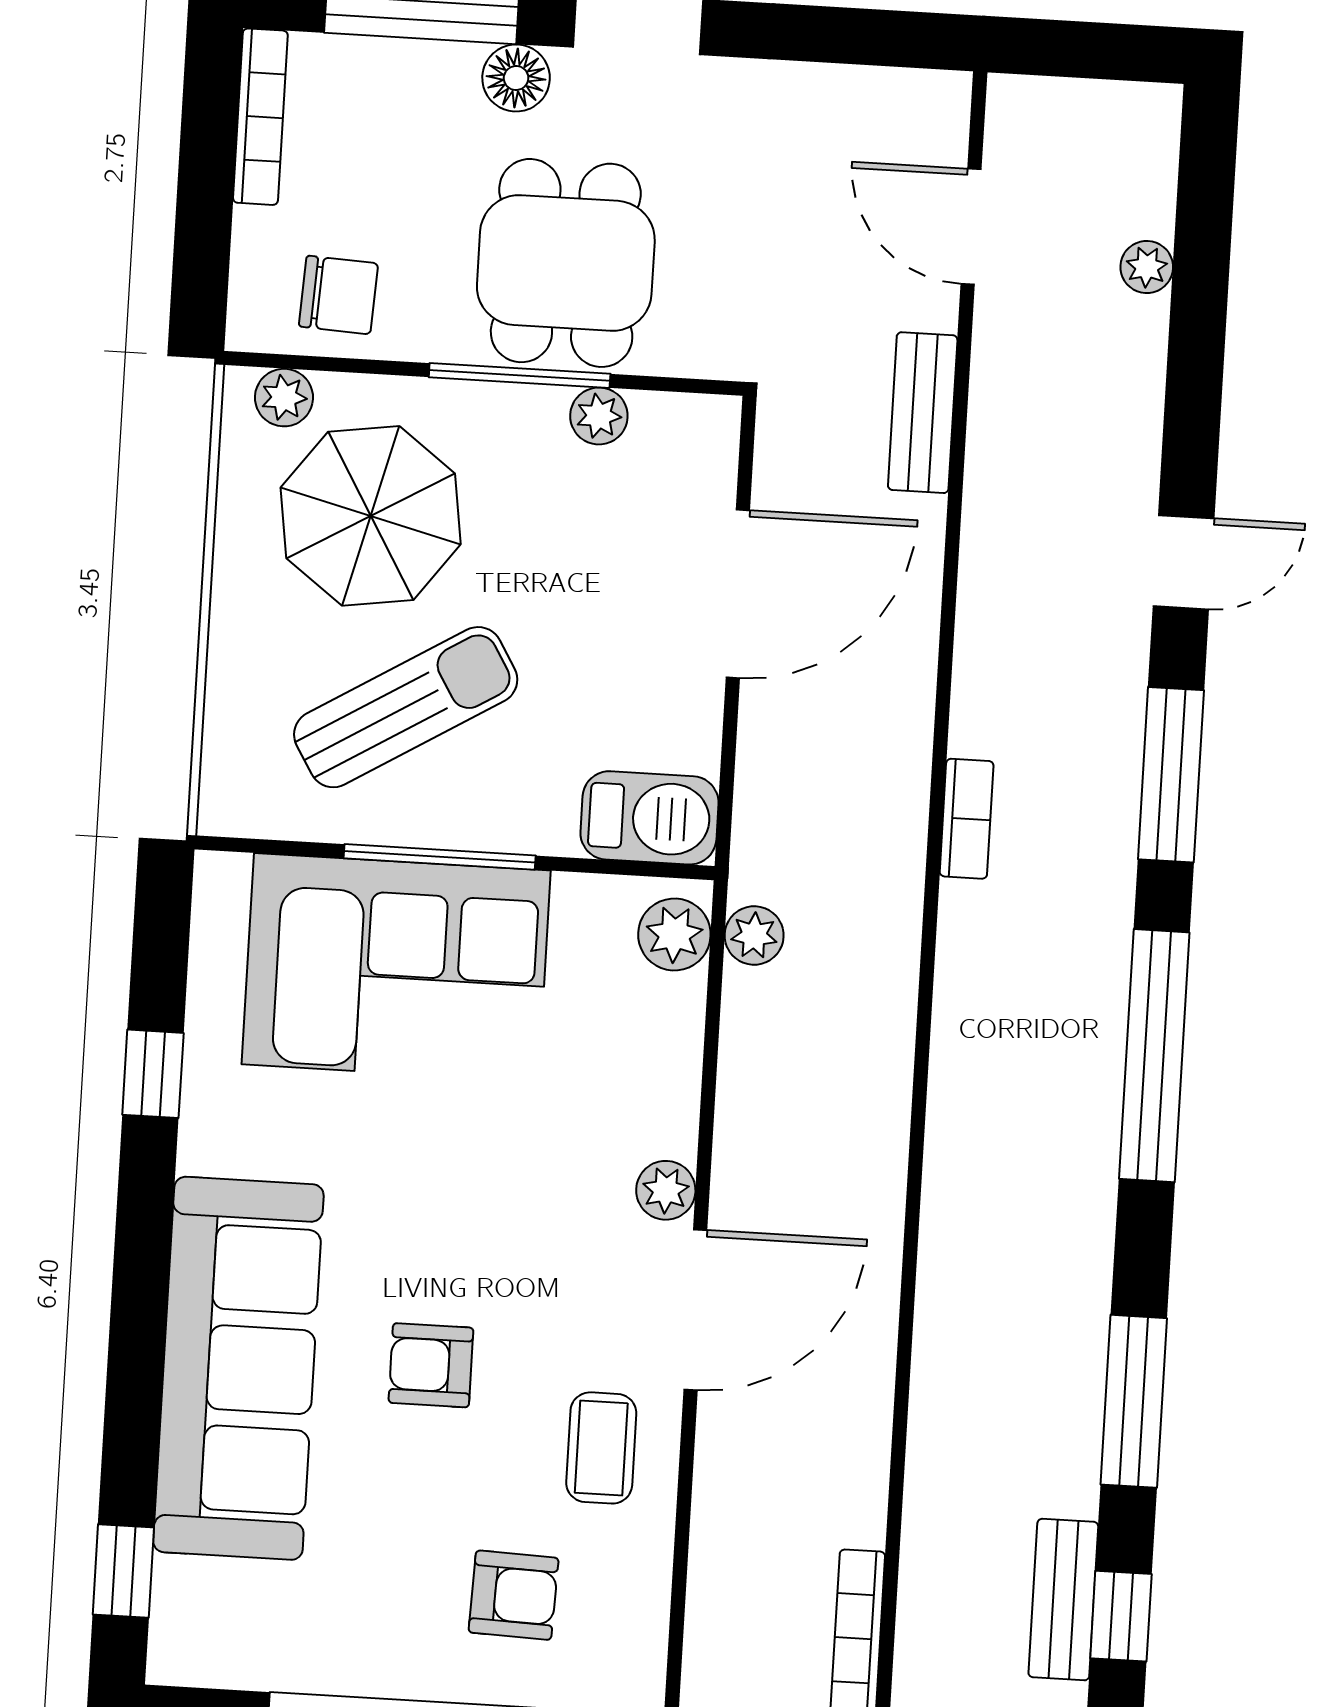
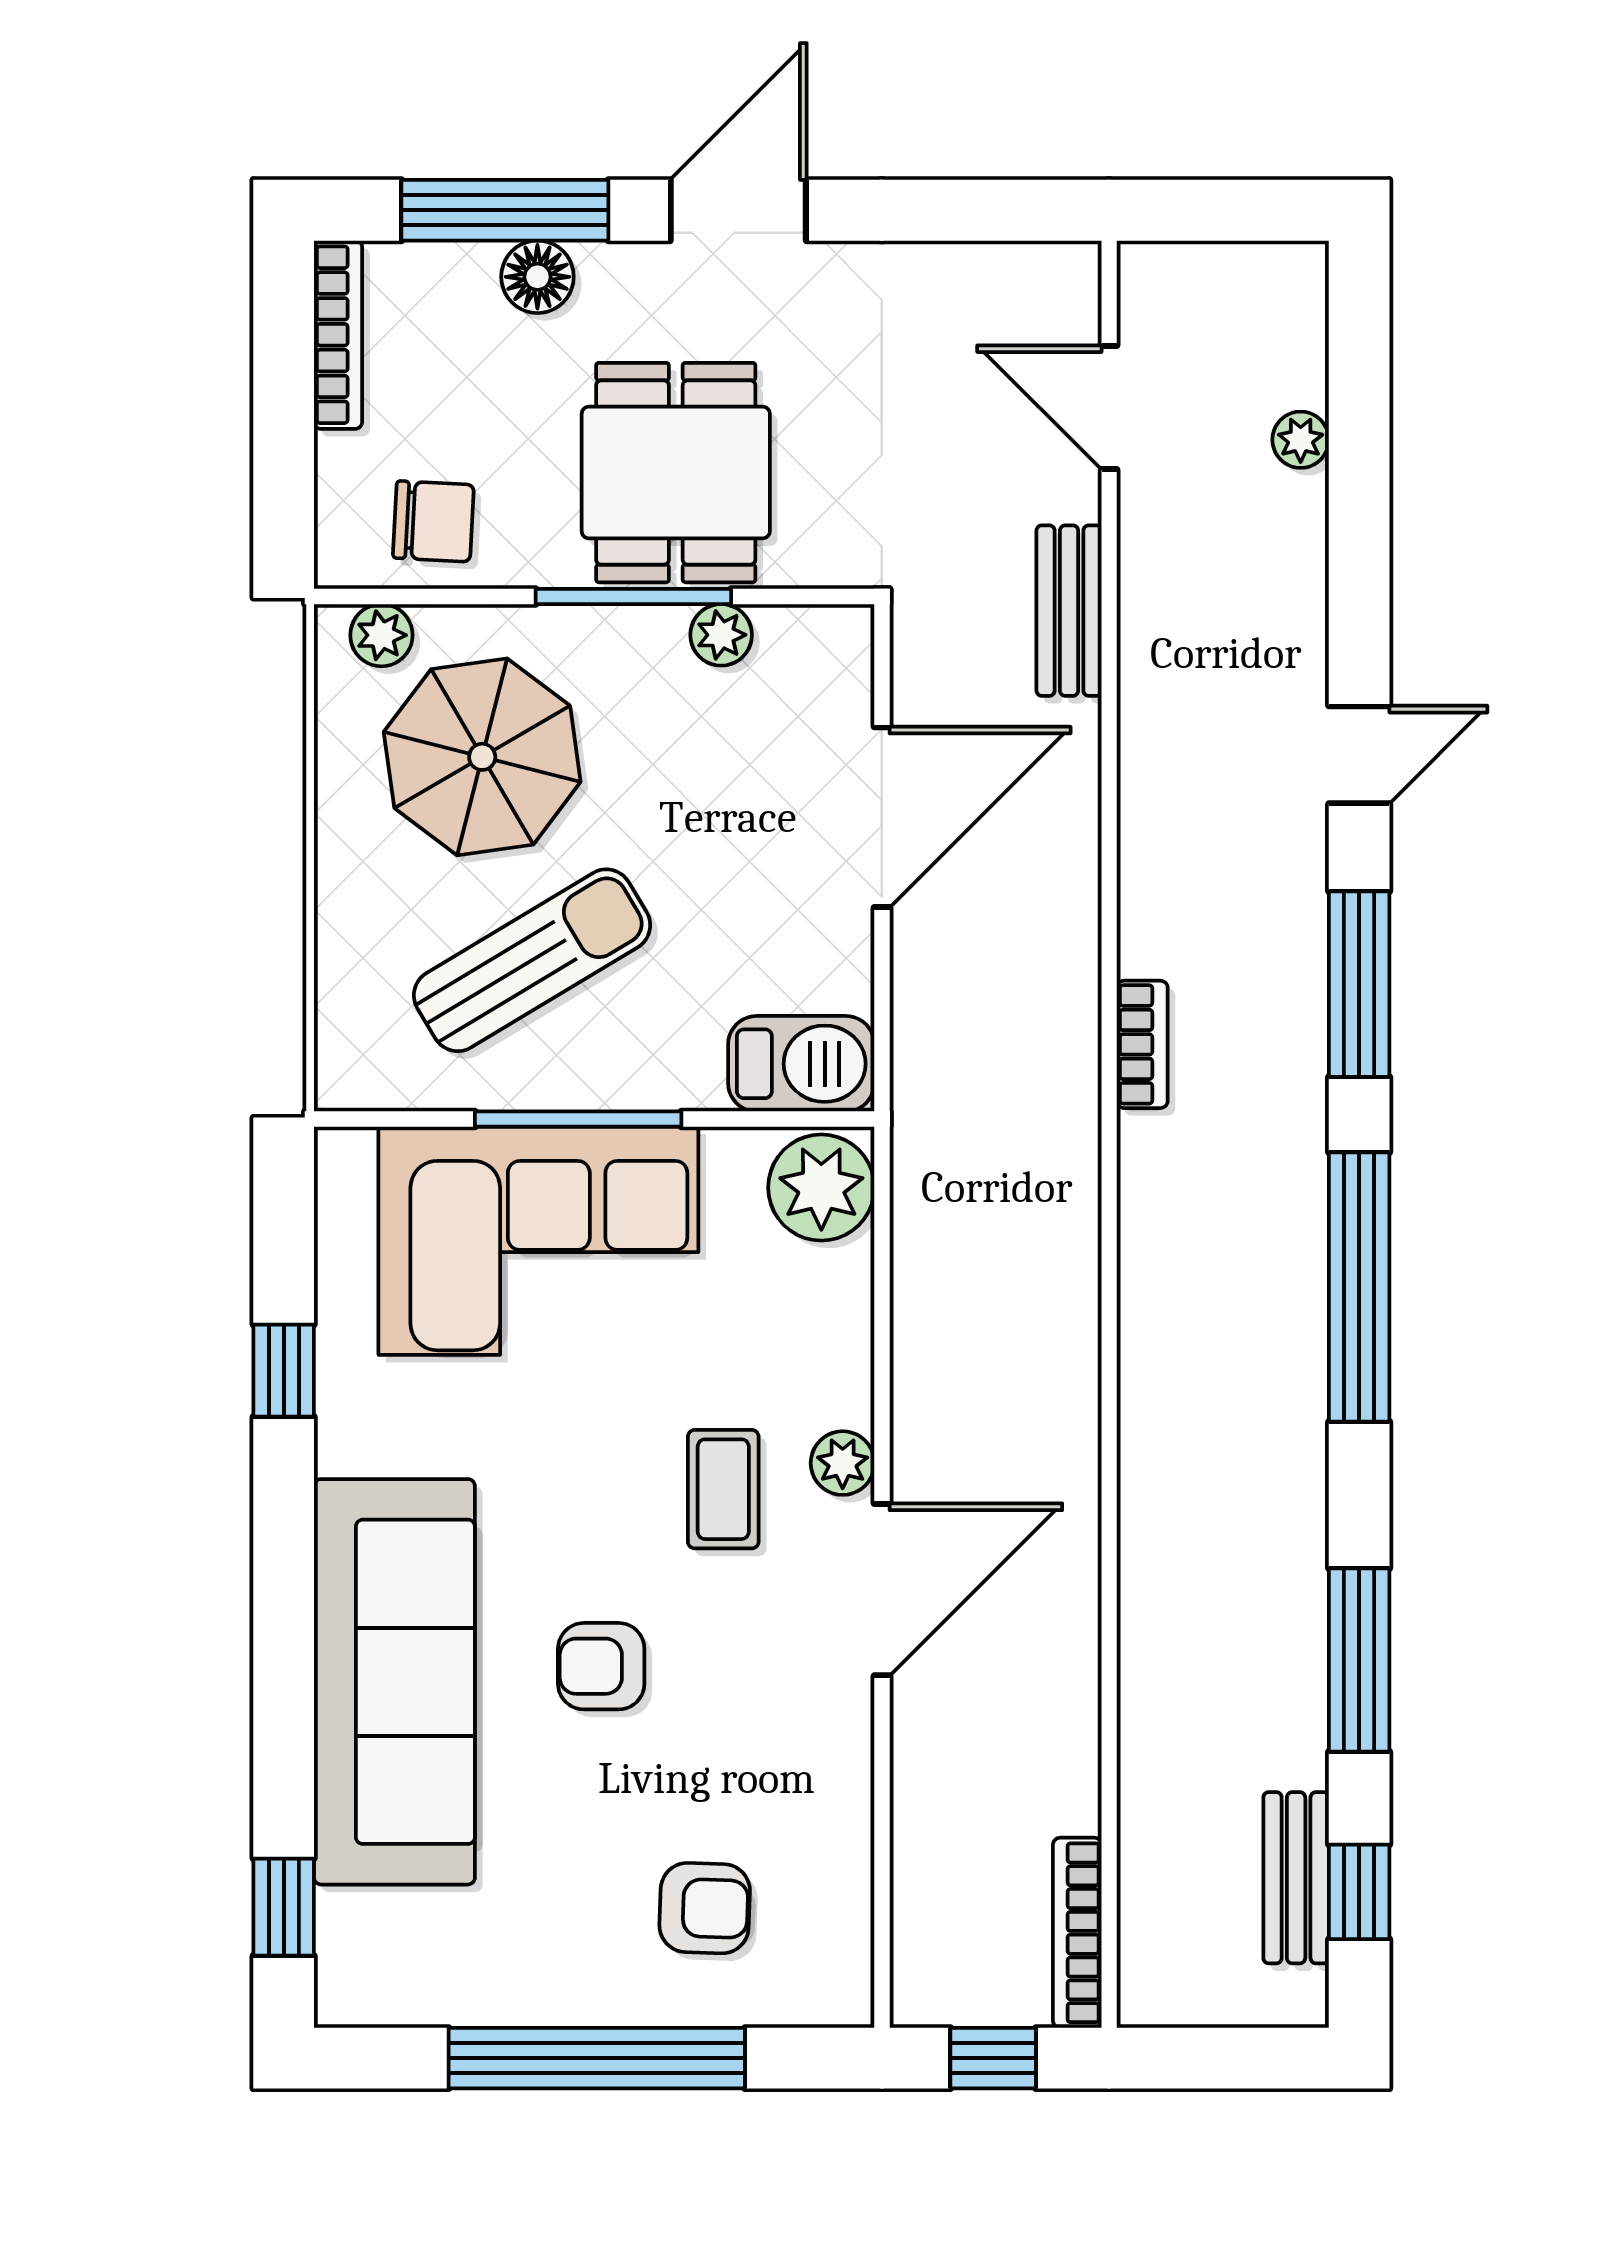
floor lamp: (516, 78) -> (537, 277), moved
plant: (674, 934) -> (821, 1188), width x1.36, depth x1.36
plant: (754, 935) -> (921, 1184), removed
coffee table: (601, 1448) -> (723, 1489), moved

